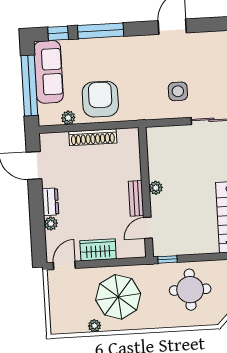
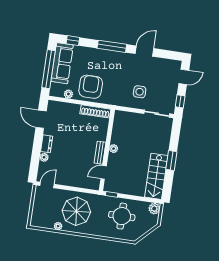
window: (101, 31) -> (112, 46), moved
shoe rack: (93, 137) -> (95, 111), moved
wardrobe: (98, 250) -> (70, 180), removed

